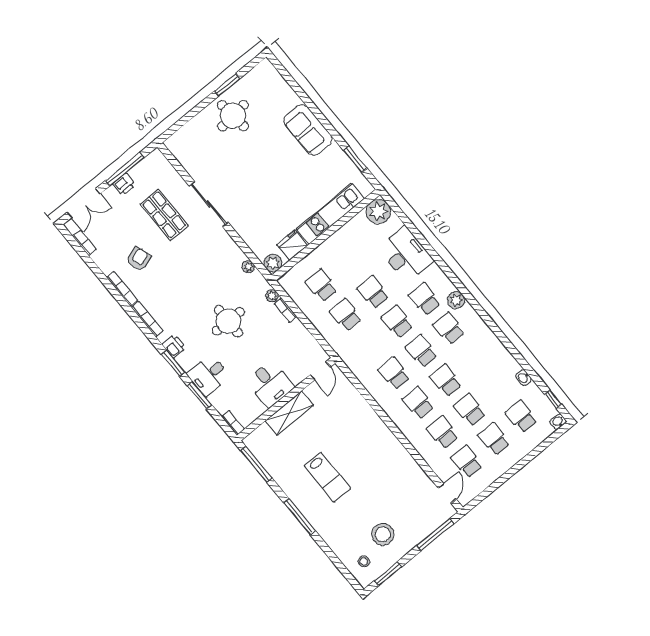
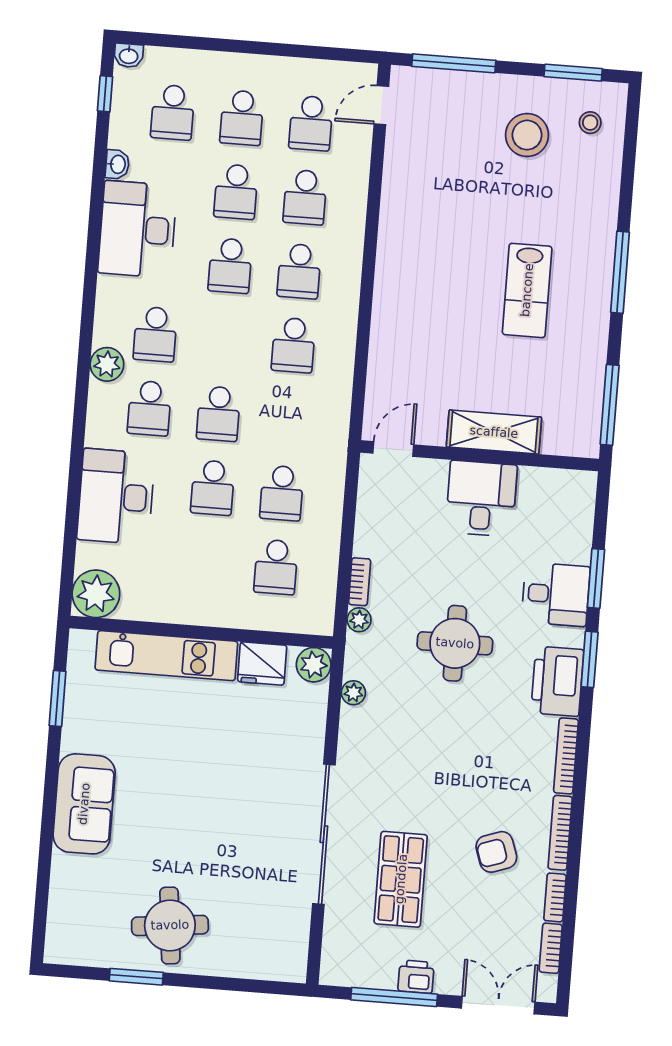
sliding door: (209, 204) -> (324, 834), width x1.36
printer: (174, 346) -> (557, 681), width x1.87, depth x1.48
school desk: (422, 351) -> (224, 340), removed
desk: (493, 361) -> (137, 229), added
bookcase: (233, 423) -> (555, 897), moved
lab bench: (327, 477) -> (527, 290), turned 180

